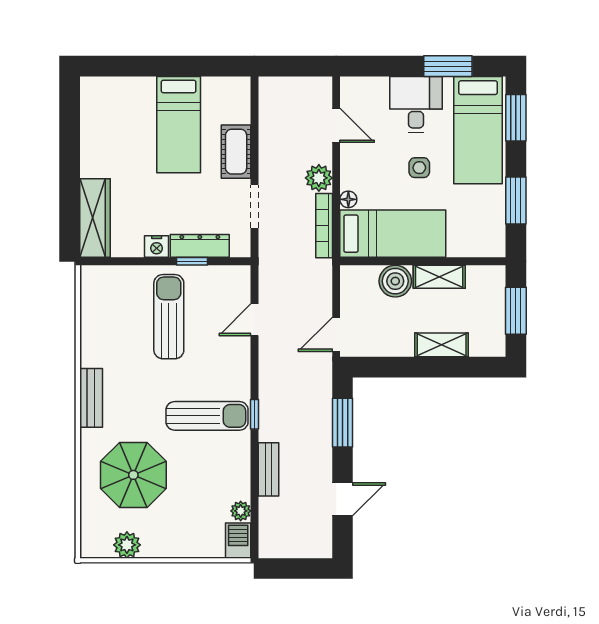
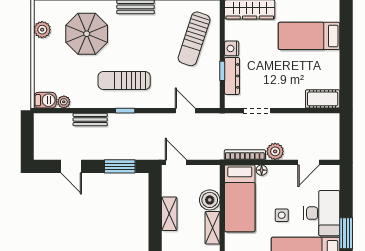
desk: (416, 105) -> (322, 213), width x1.37
bed: (179, 125) -> (309, 36), moved
cot: (236, 152) -> (323, 99), moved
sun lounger: (169, 317) -> (194, 39), moved, turned 108
shelving: (442, 345) -> (169, 214), moved
sun lounger: (207, 416) -> (124, 80), turned 90

